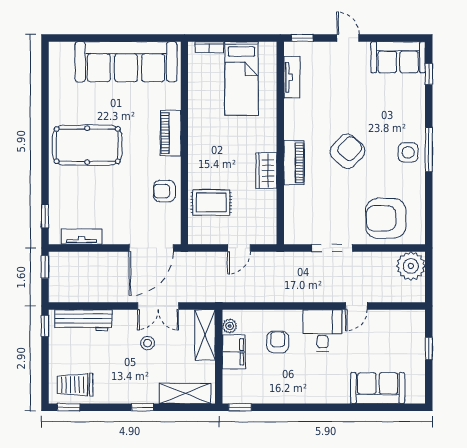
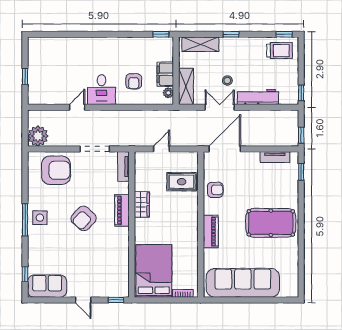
tv unit: (292, 77) -> (123, 166), moved
bed: (241, 78) -> (154, 271), width x1.50
workbench: (83, 320) -> (258, 97), moved
sofa: (378, 388) -> (62, 48), removed

